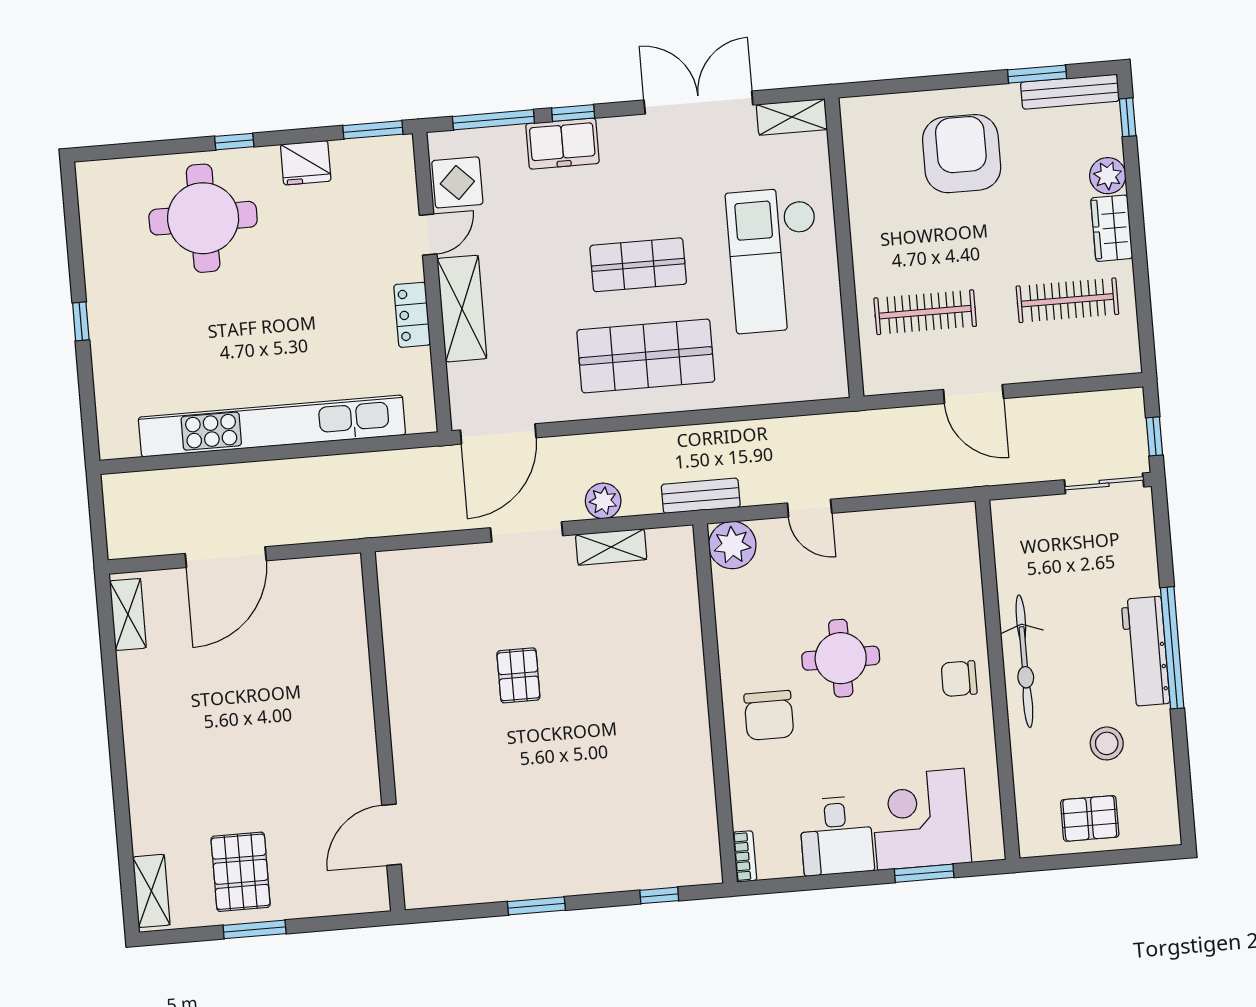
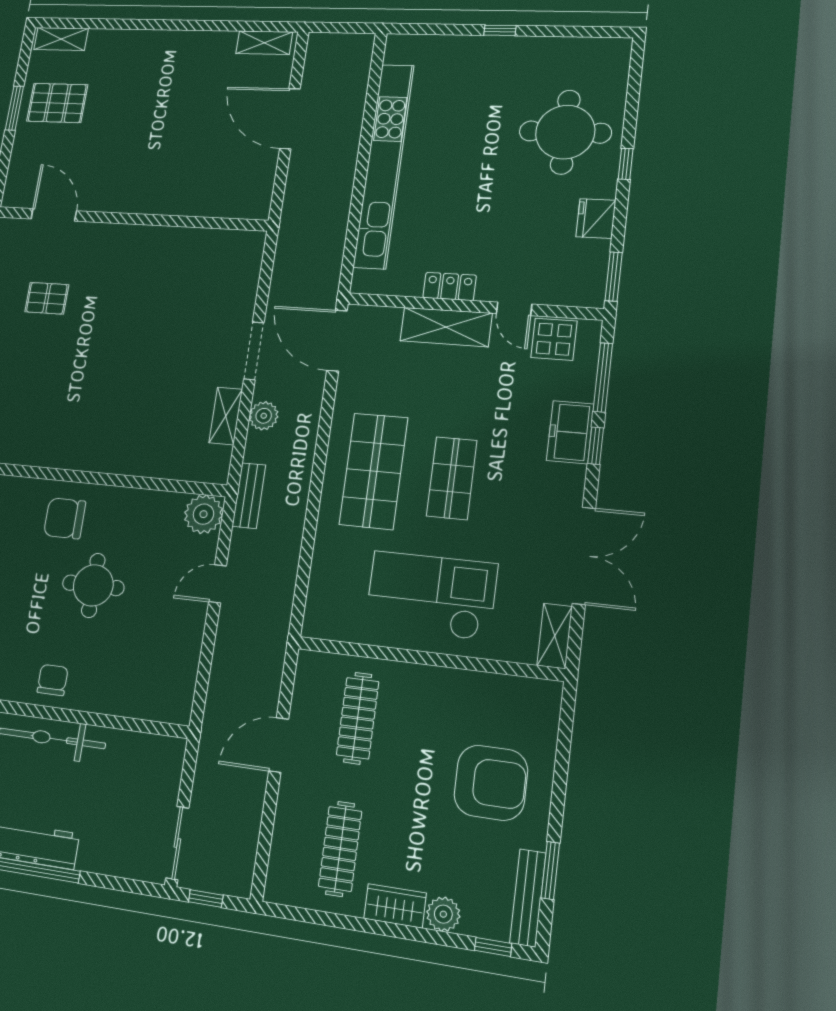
pallet: (518, 675) -> (47, 298), moved

